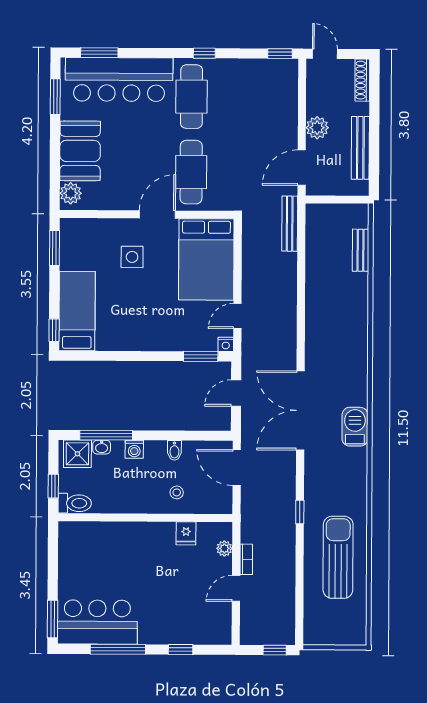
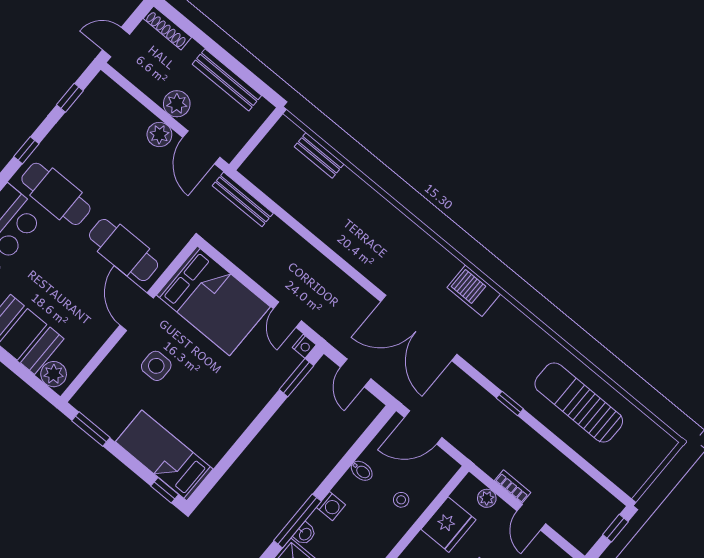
window: (280, 54) -> (70, 98), moved
plant: (287, 133) -> (159, 135), added
fridge: (186, 533) -> (448, 525), width x1.88, depth x1.34

